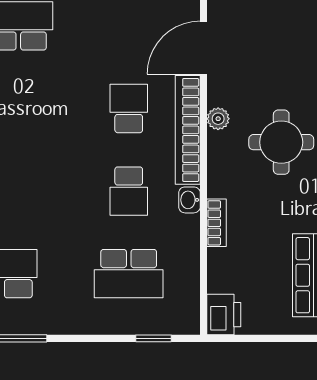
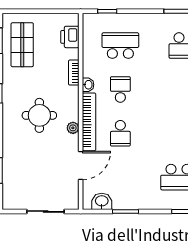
printer: (224, 315) -> (70, 37), moved

